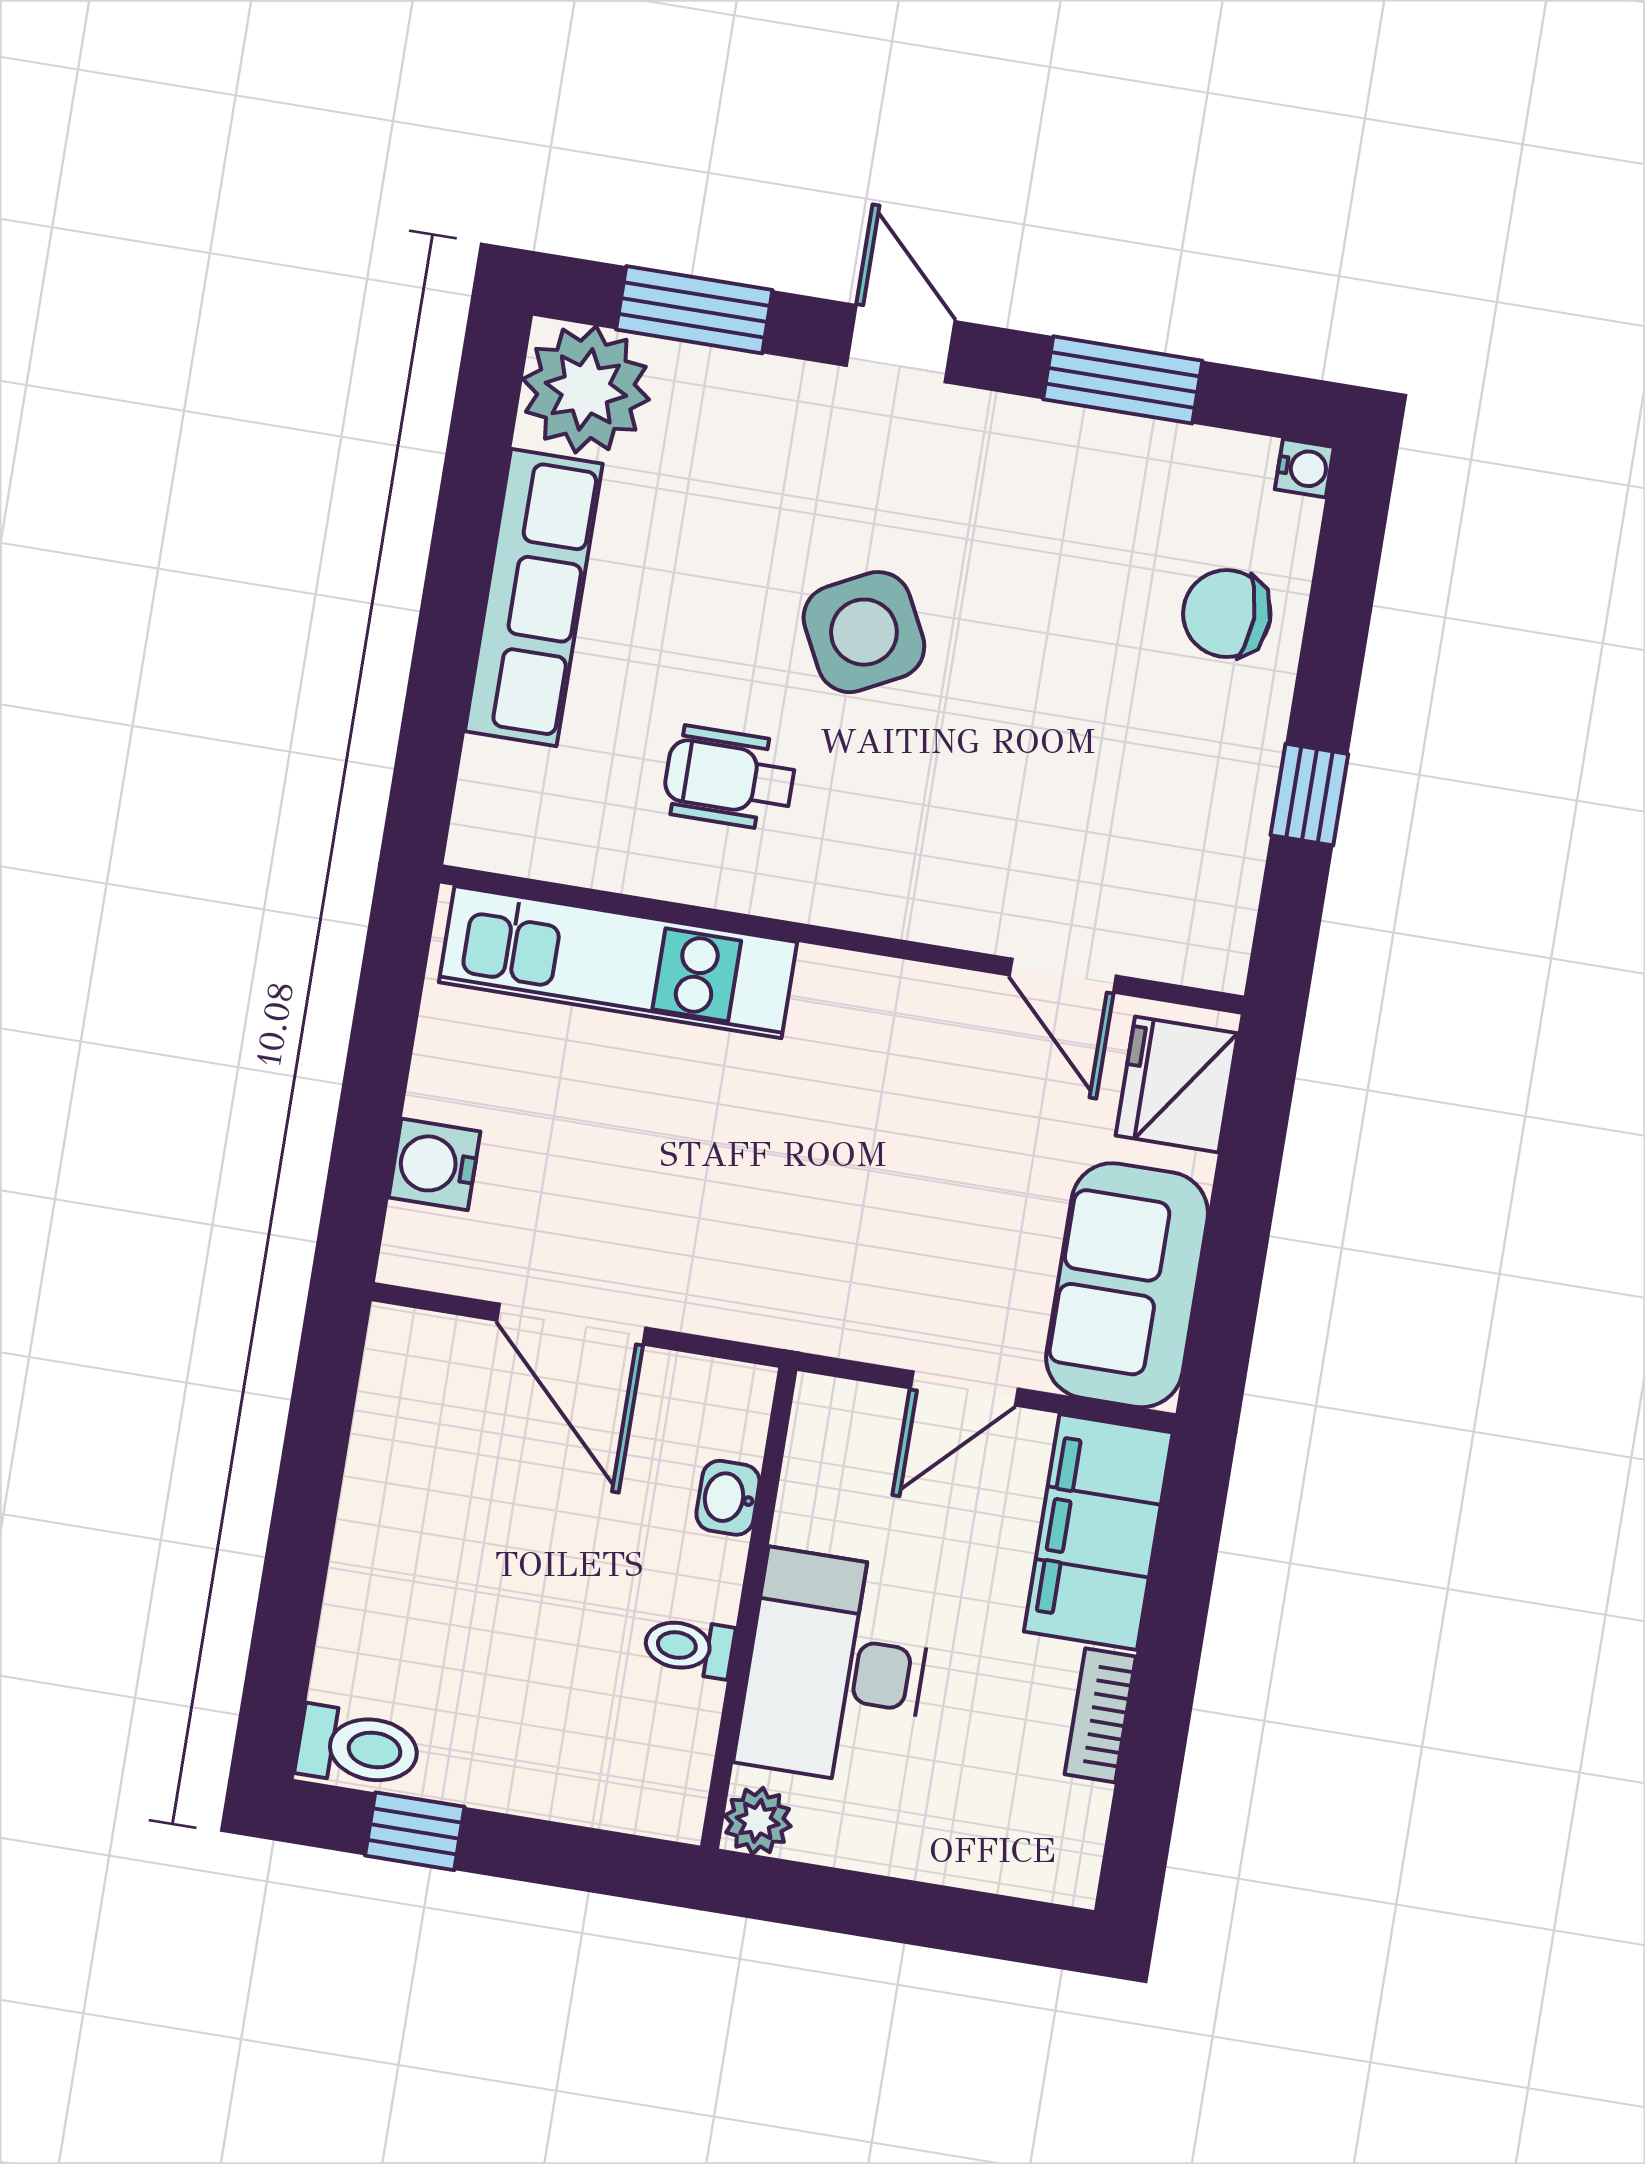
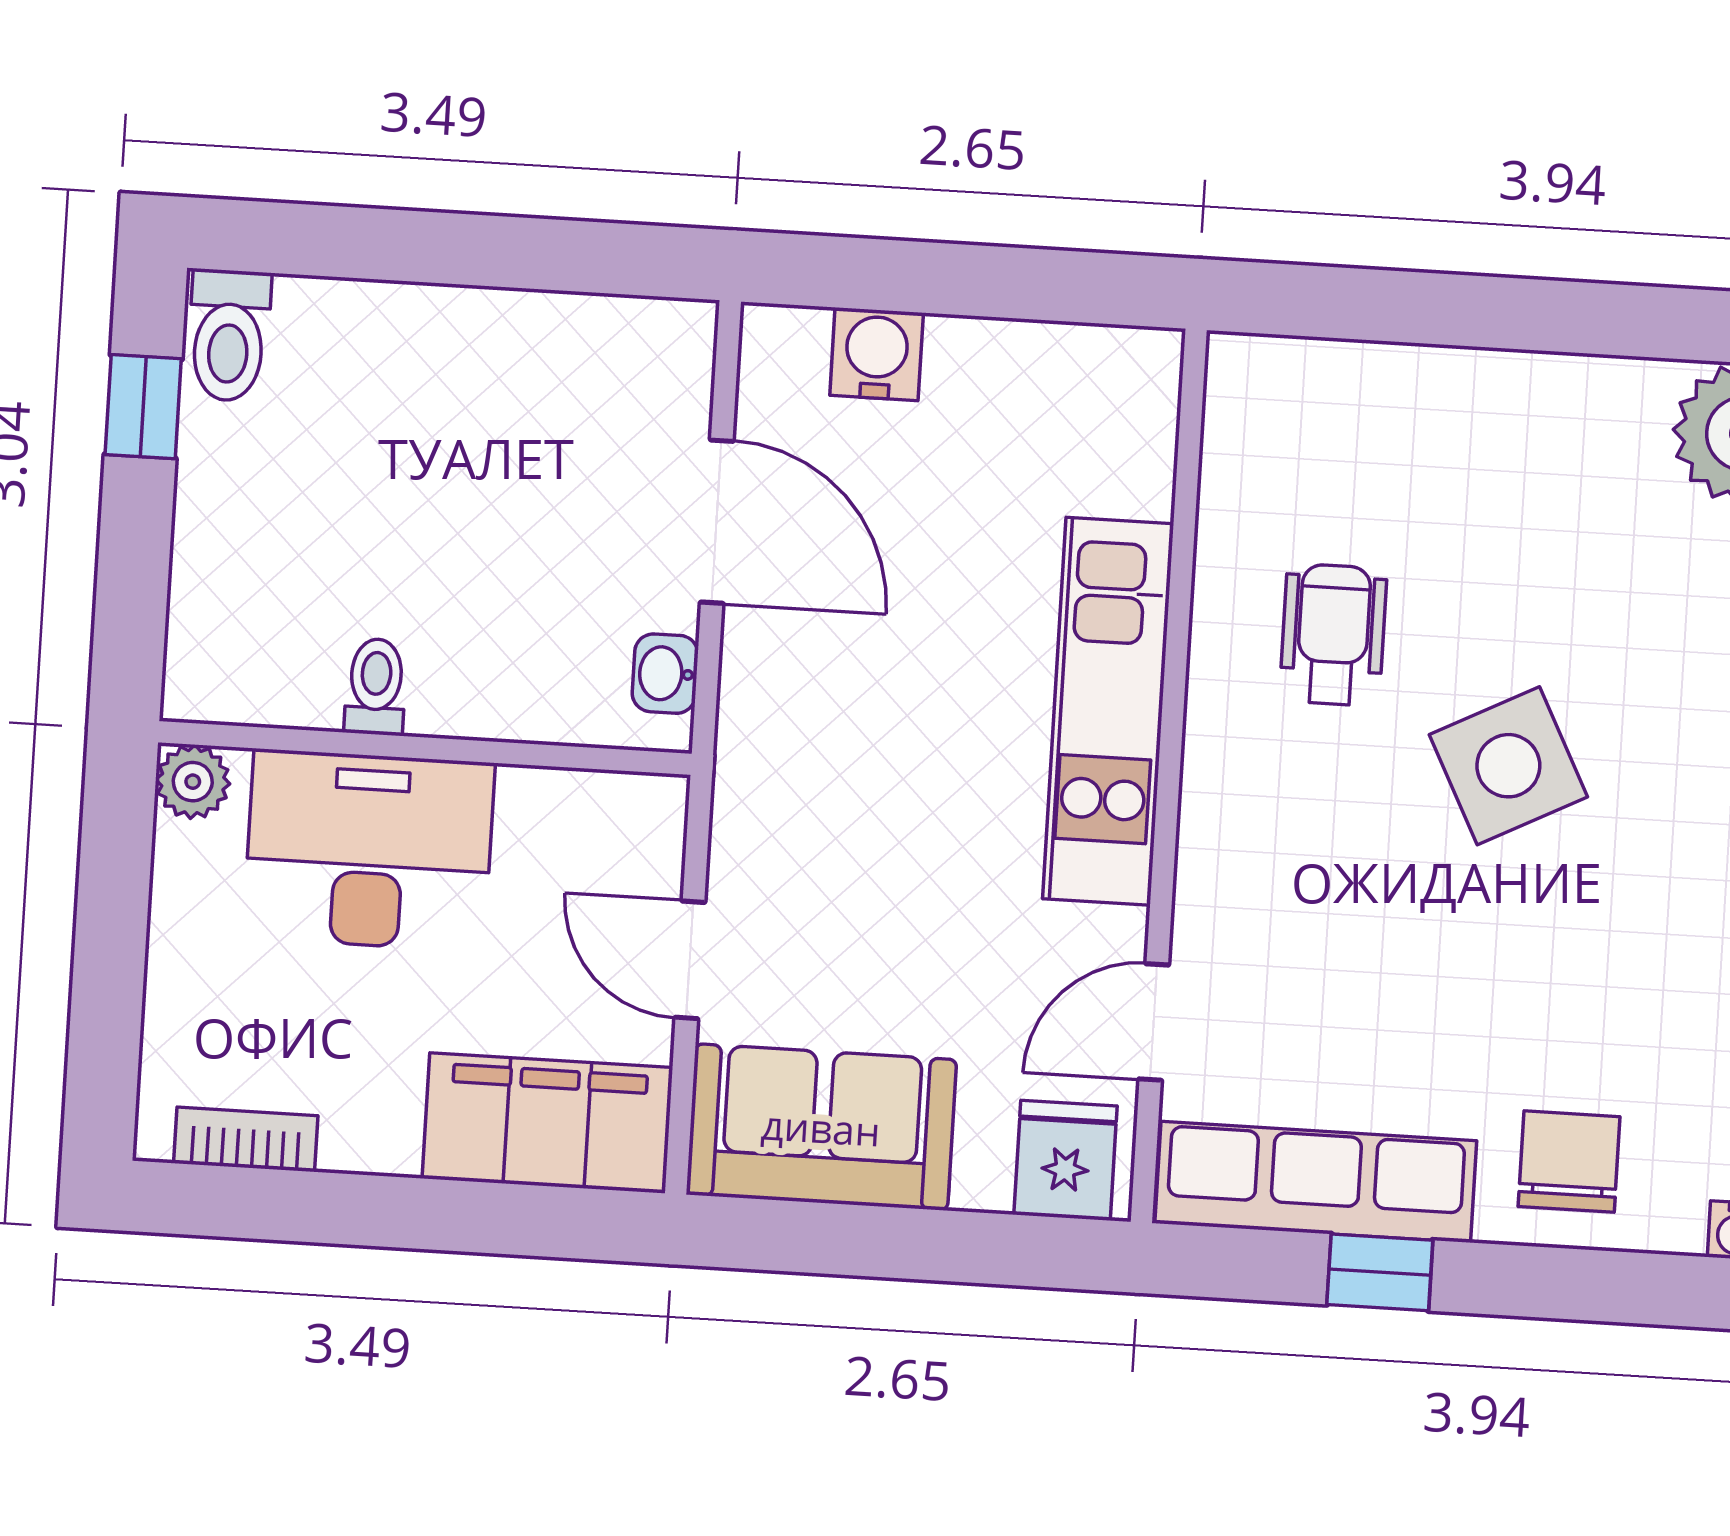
row of seats: (534, 597) -> (1316, 1182), moved, turned 180
kitchen unit: (618, 962) -> (1108, 711), moved
fridge: (1177, 1084) -> (1066, 1160), width x0.72
door: (571, 1324) -> (717, 522), swing flipped
washbasin: (728, 1498) -> (665, 674), moved, turned -90
bookcase: (1100, 1715) -> (246, 1139), moved

